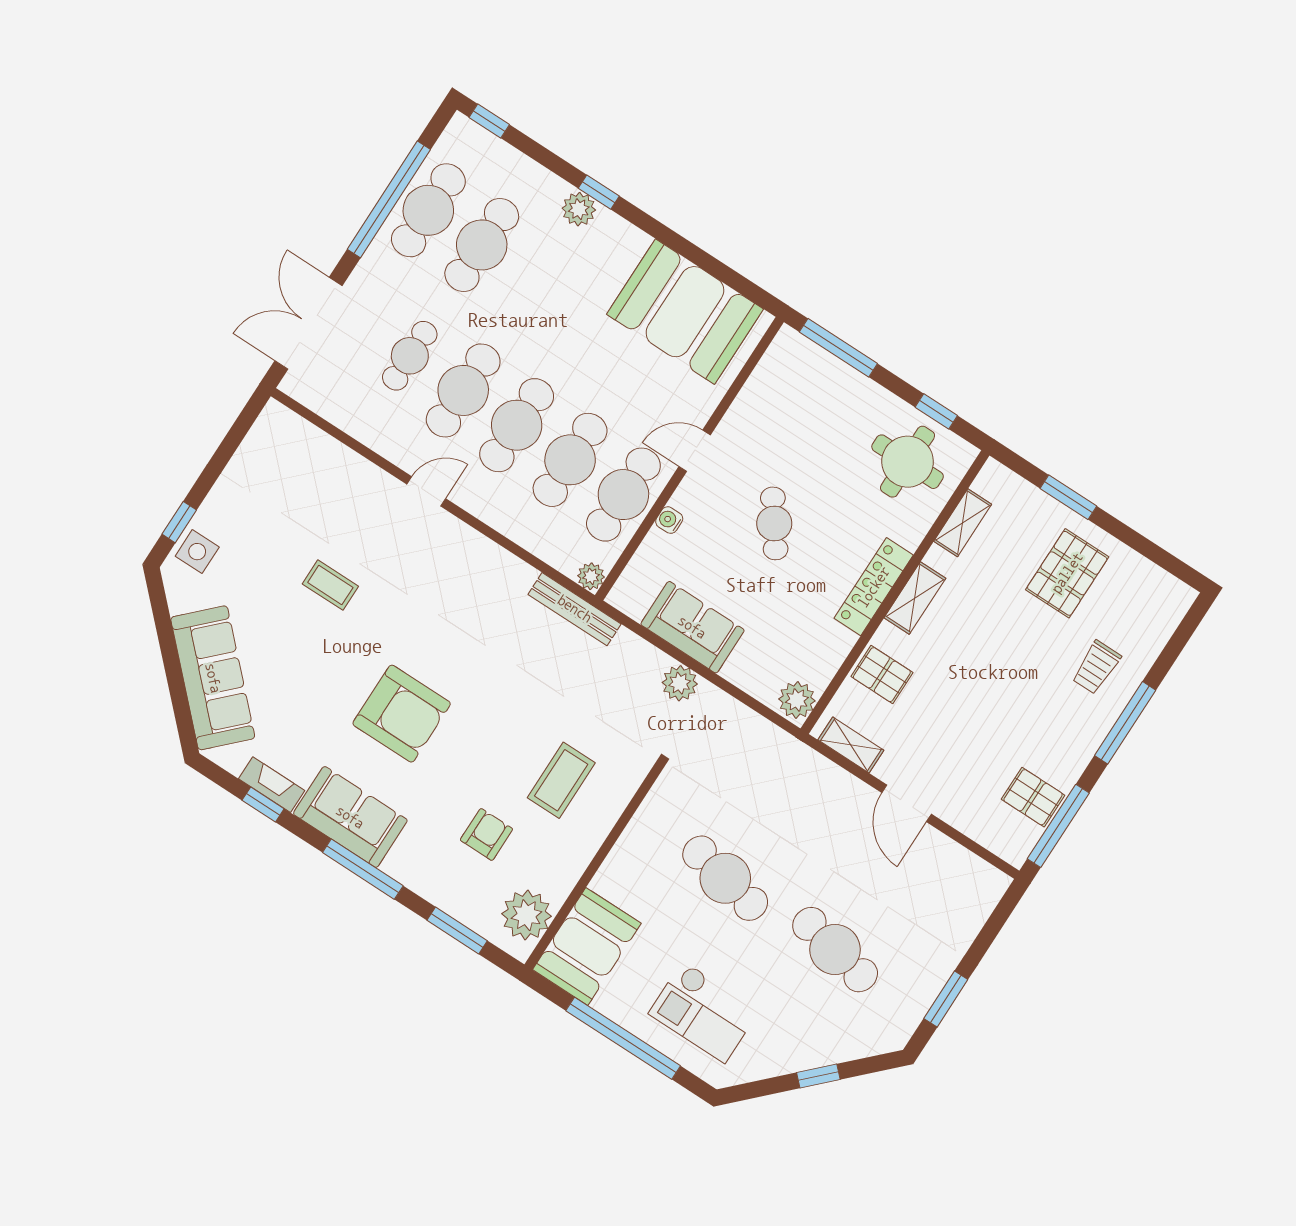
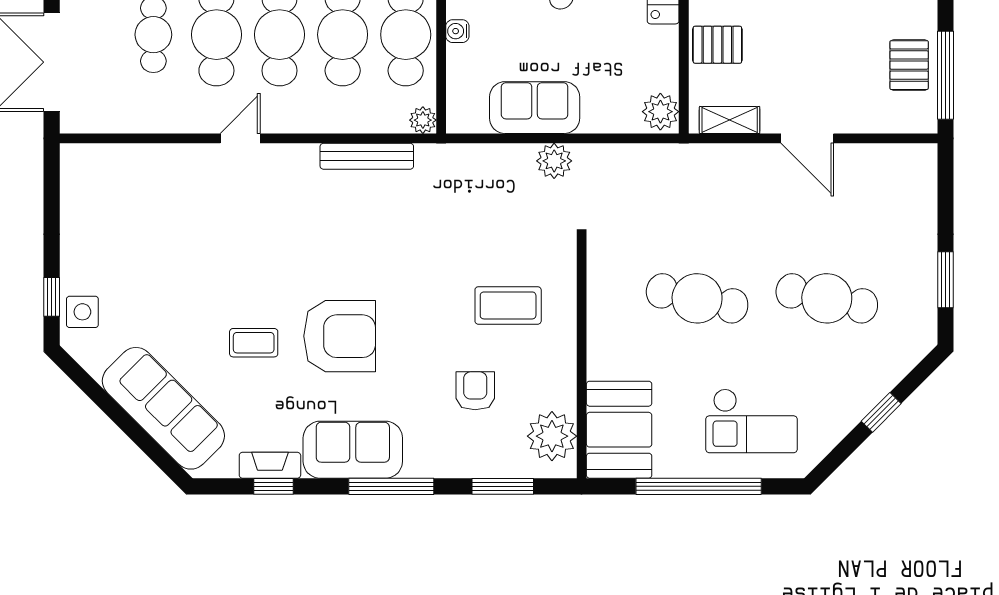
coffee table: (330, 585) -> (254, 343), moved
bench: (575, 609) -> (367, 156), moved
coffee table: (561, 780) -> (508, 305), turned 90
pallet: (1033, 797) -> (909, 65), turned 90

